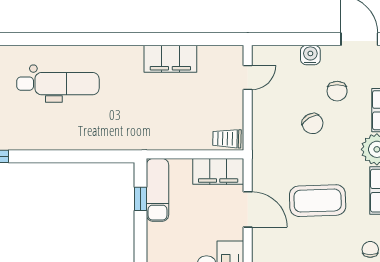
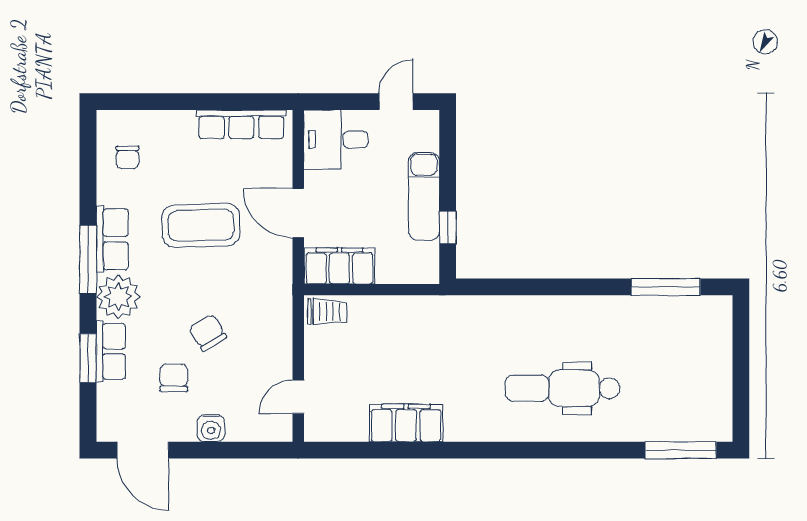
exam couch: (157, 190) -> (424, 196), moved

